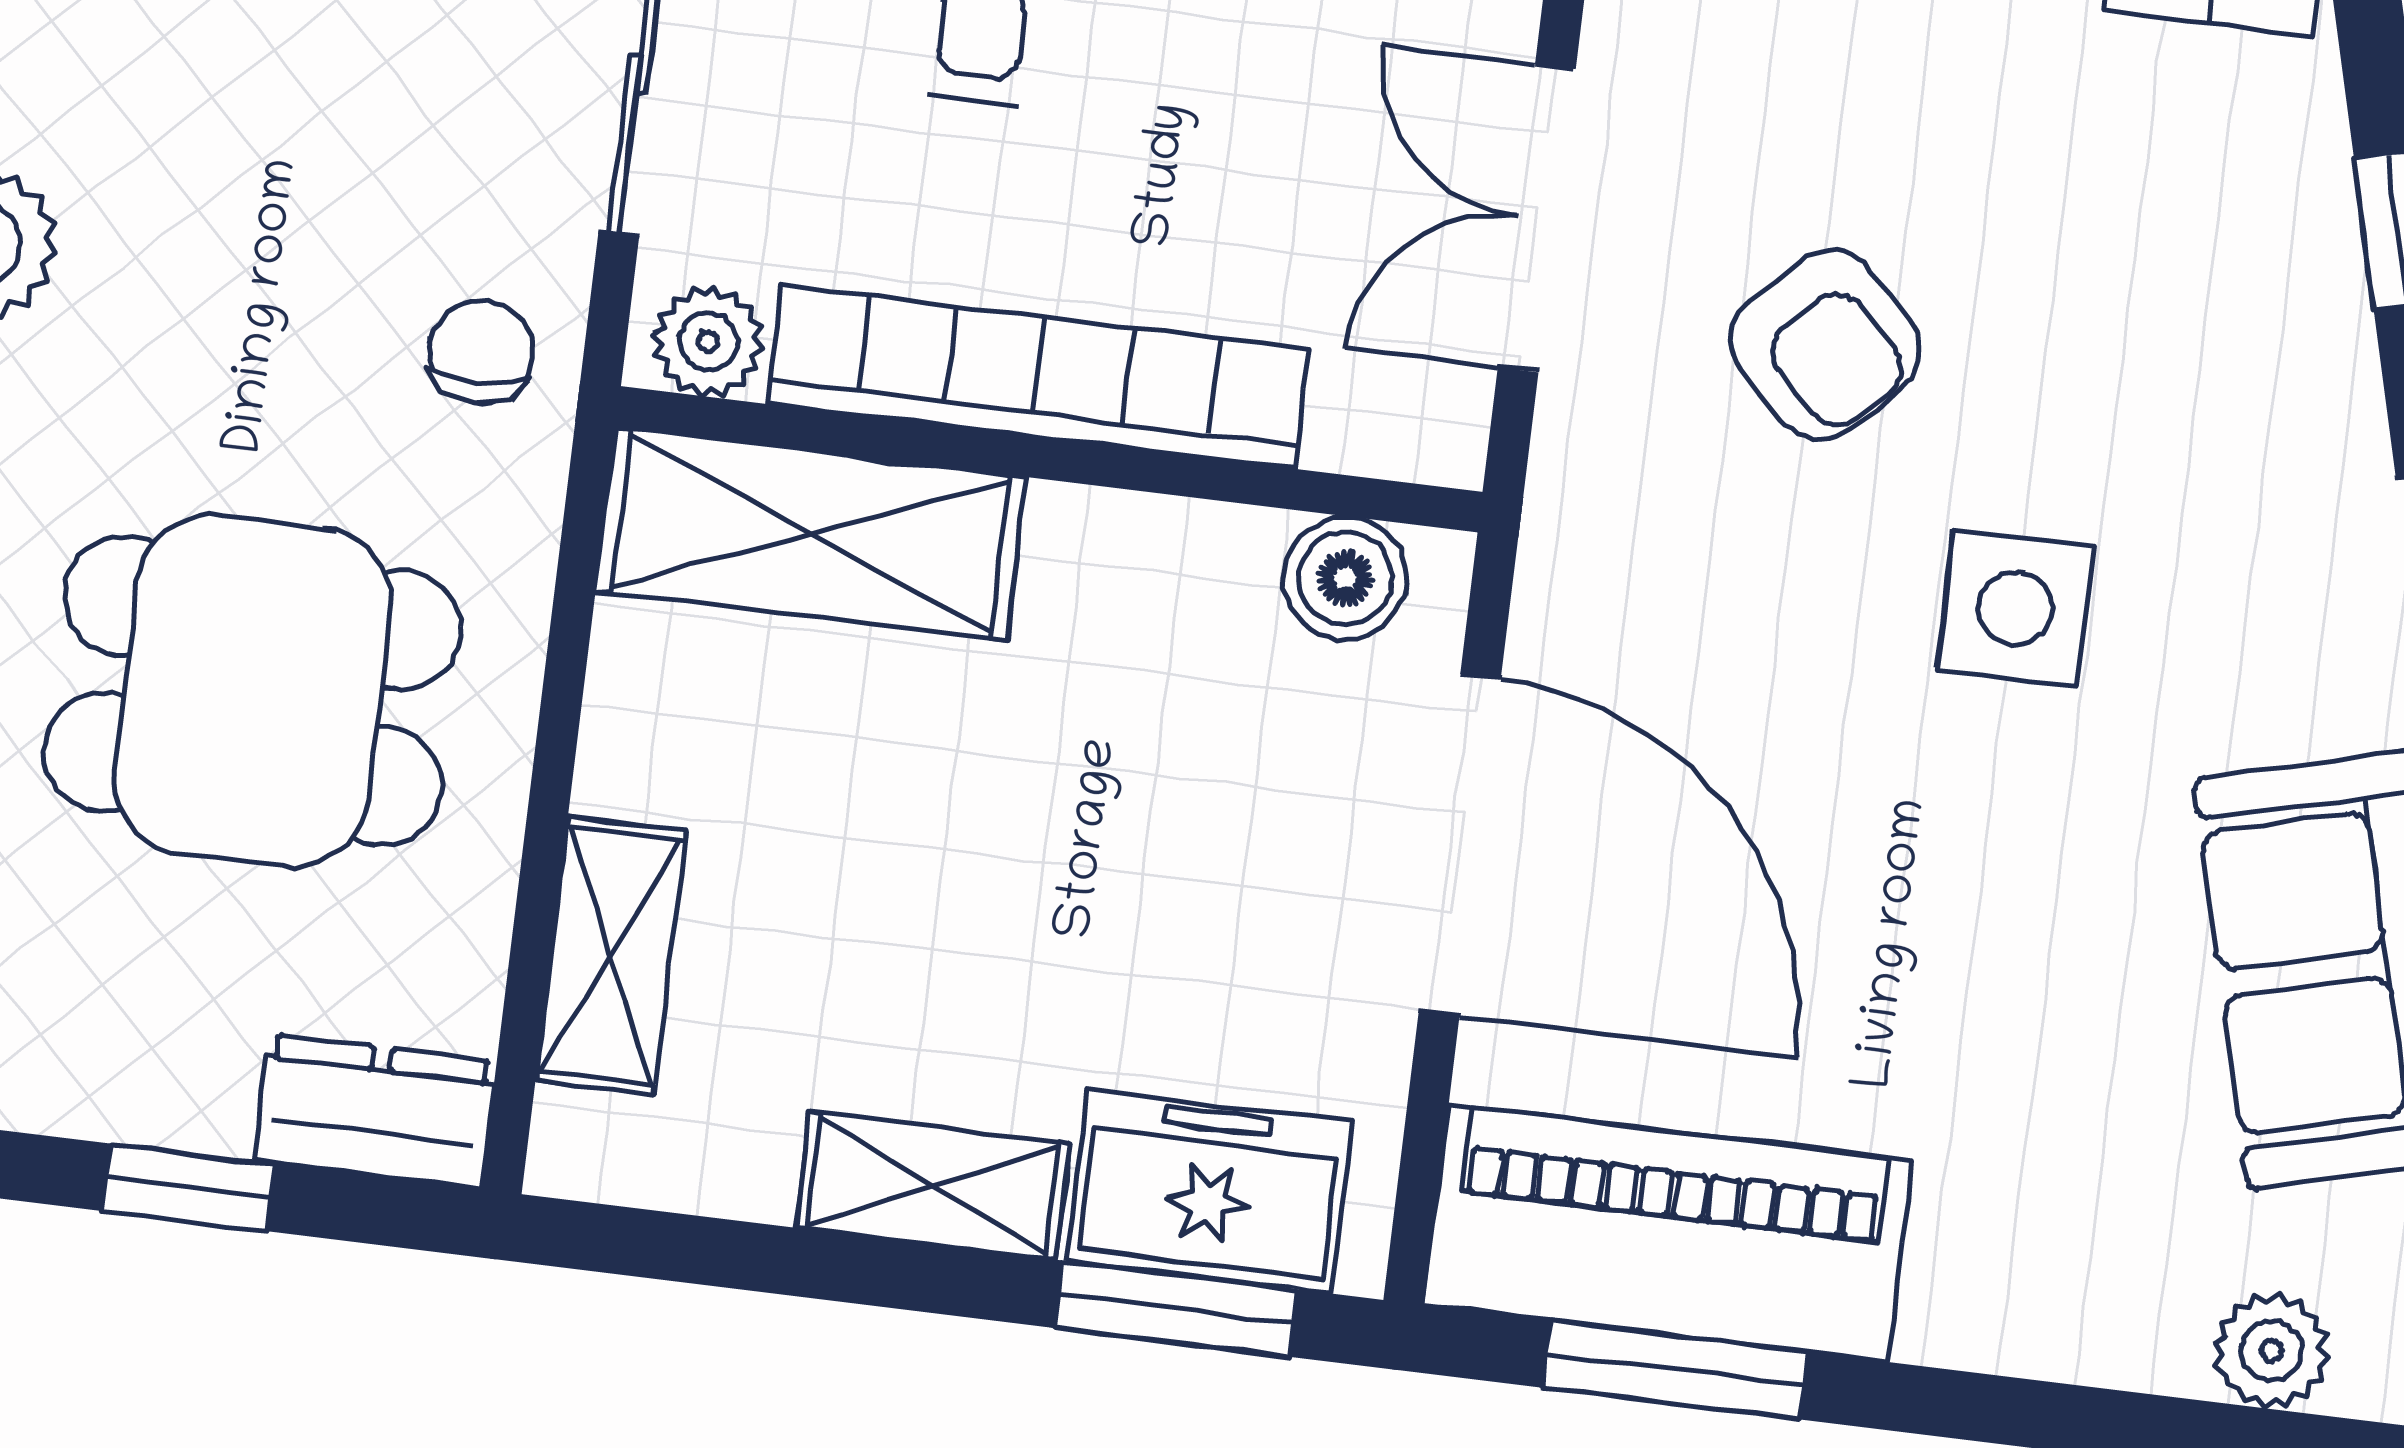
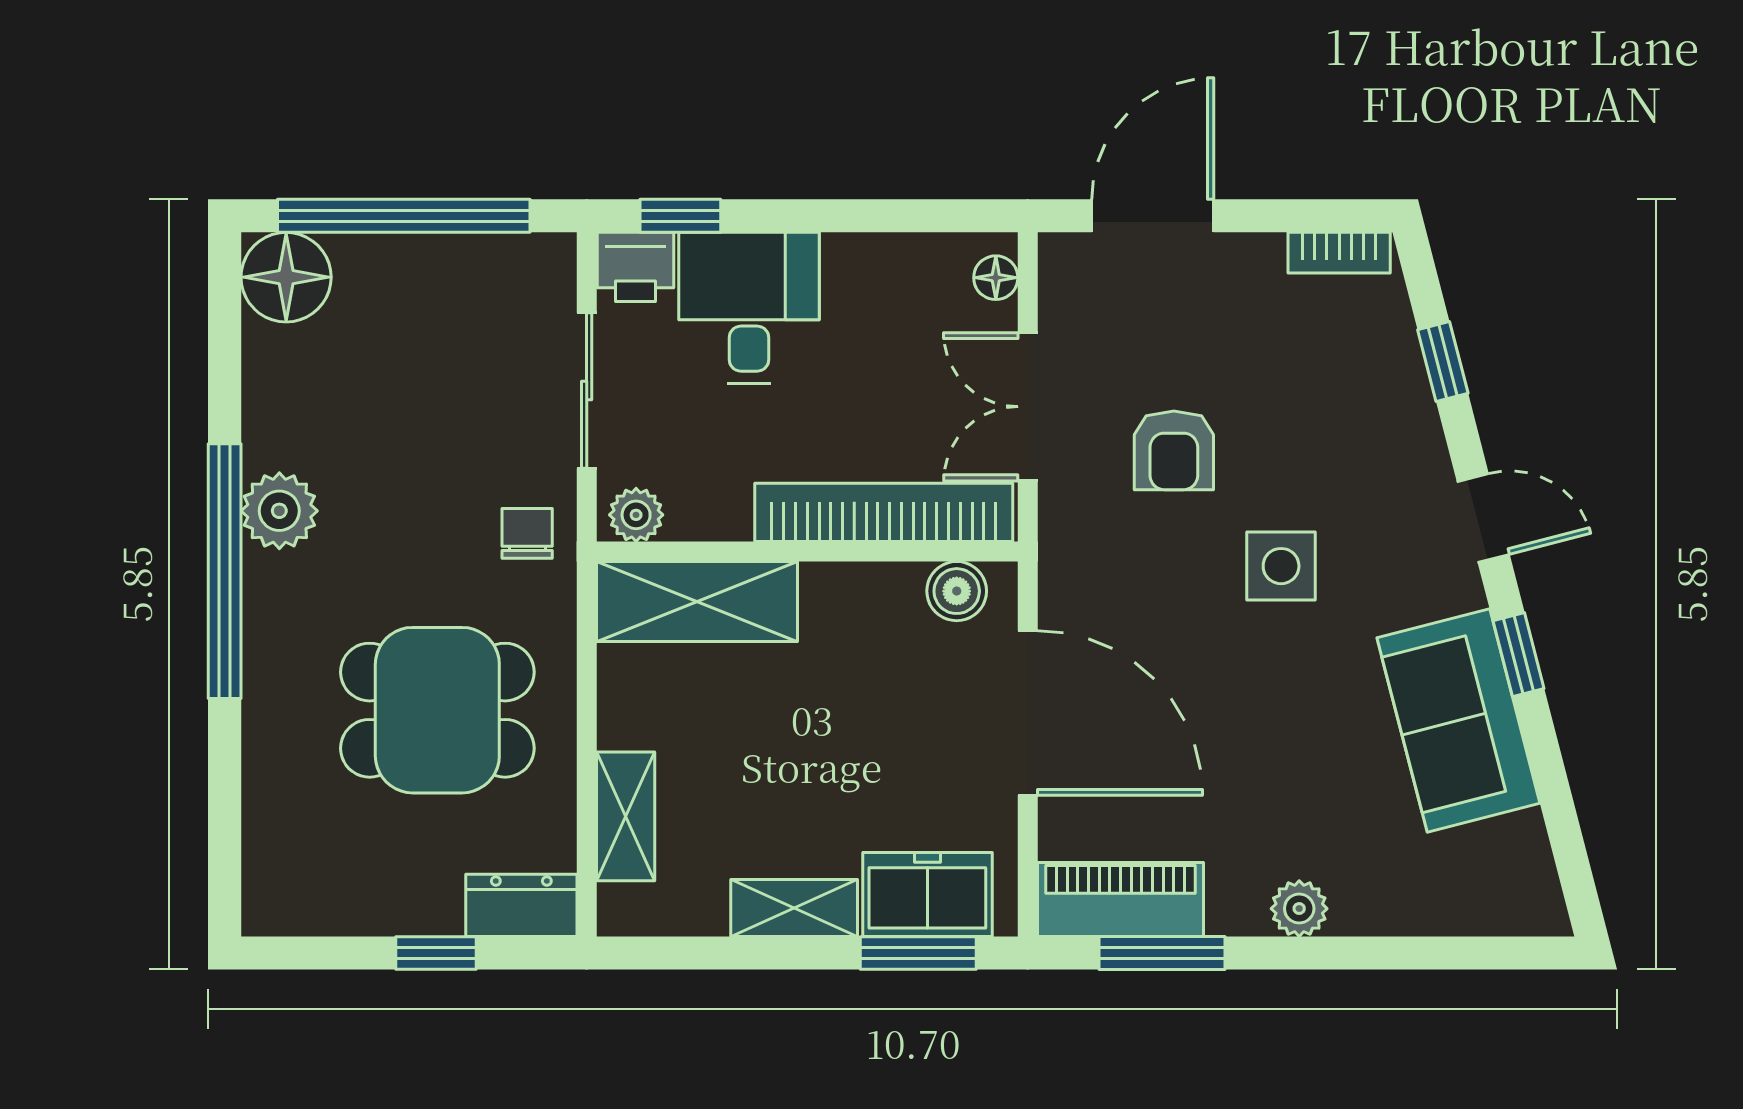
armchair: (1825, 344) -> (1174, 450), turned 45
bookcase: (1038, 377) -> (884, 512), moved
piano: (1668, 1233) -> (1120, 899), width x0.73, depth x0.75
plant: (2271, 1351) -> (1299, 909), moved

